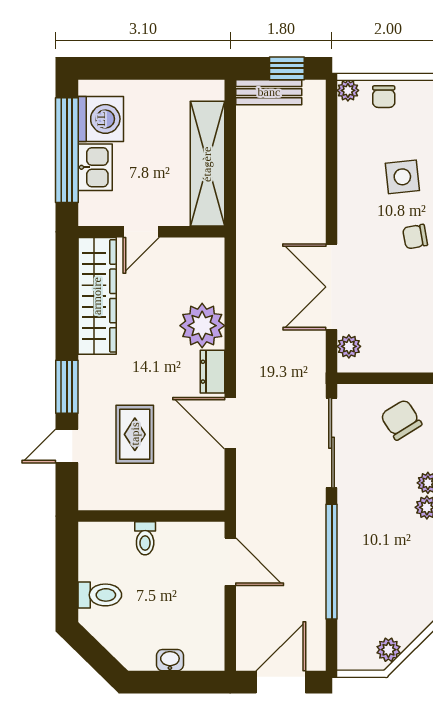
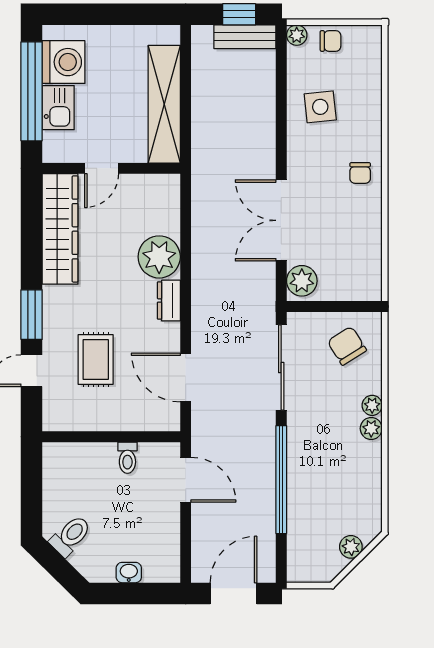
bench: (269, 92) -> (245, 37), moved
chair: (384, 97) -> (330, 41), turned -90
side table: (402, 177) -> (320, 107), moved
chair: (415, 237) -> (360, 173), turned -80
plant: (349, 346) -> (302, 281), width x1.38, depth x1.38
door: (230, 423) -> (186, 377), moved
toilet: (145, 538) -> (127, 458), moved
toilet: (100, 595) -> (71, 536), moved, turned -46
plant: (388, 650) -> (351, 547), moved

